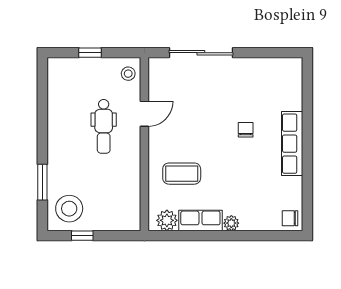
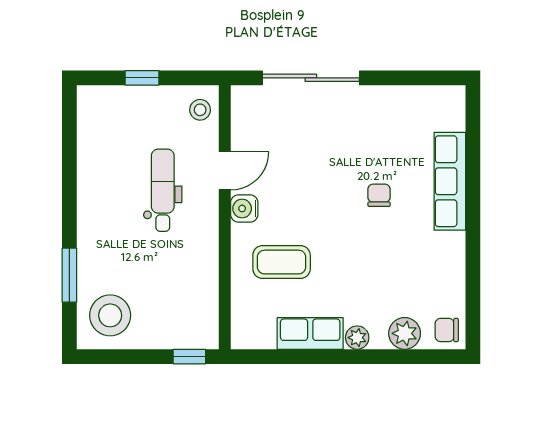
dental chair: (104, 126) -> (163, 190), turned 180
water cooler: (157, 138) -> (244, 208), added
row of seats: (292, 144) -> (450, 181), moved
plant: (167, 220) -> (405, 333), moved
window: (82, 236) -> (189, 357), moved

